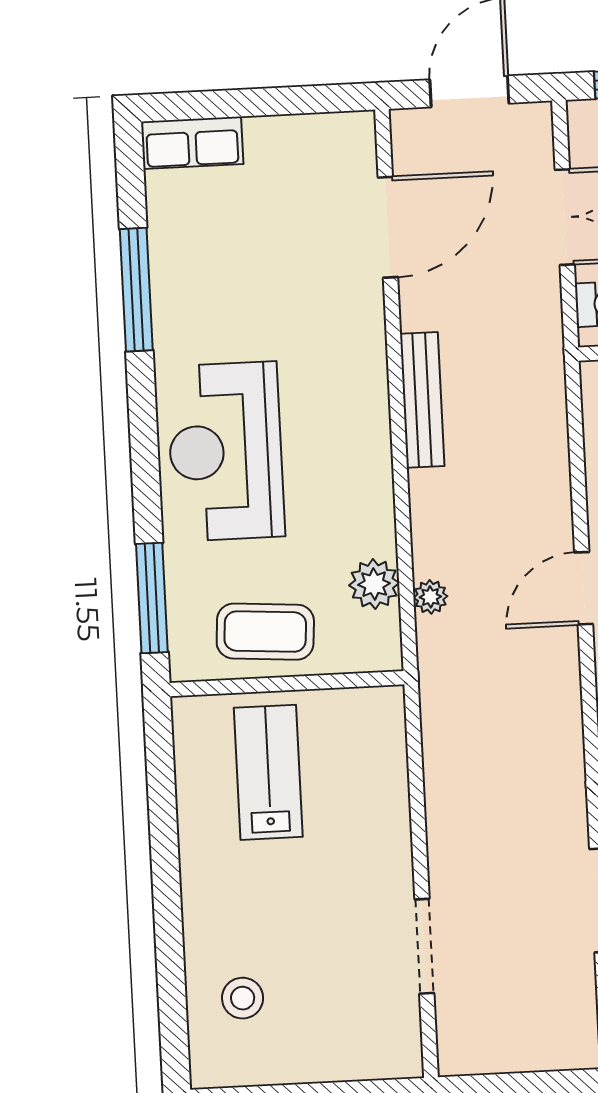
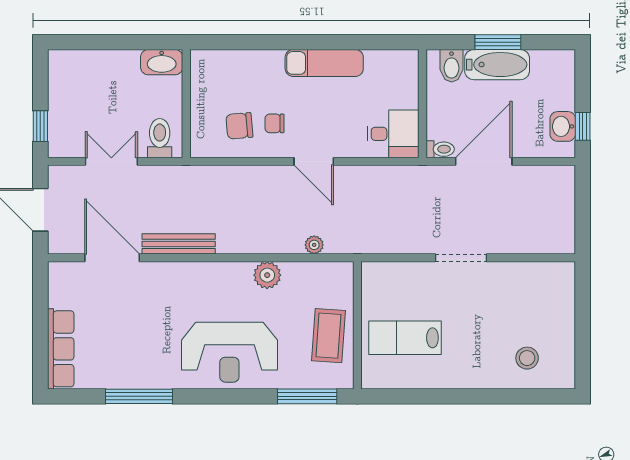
row of seats: (192, 143) -> (61, 349), width x1.48
bench: (422, 400) -> (179, 244), moved
plant: (374, 584) -> (267, 275), moved
doorway: (424, 946) -> (461, 258), moved

